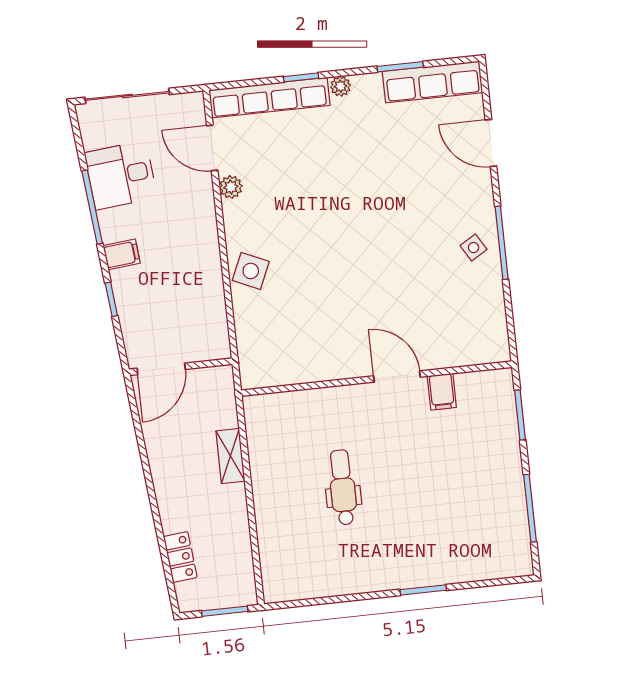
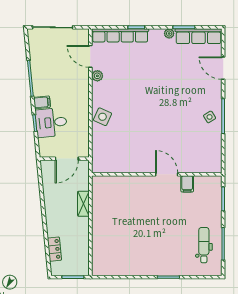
plant: (341, 86) -> (169, 33), moved
desk: (121, 175) -> (51, 123), moved
door: (161, 369) -> (67, 159), moved
dental chair: (343, 487) -> (204, 245), moved

